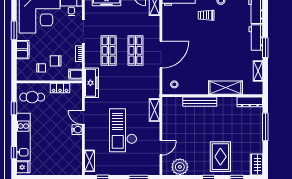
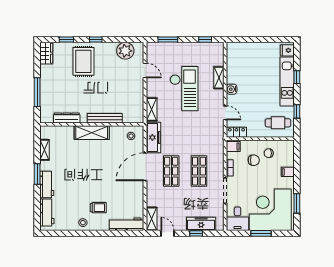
window: (14, 30) -> (297, 203), moved
filing cabinet: (23, 50) -> (288, 172), width x0.50
freezer: (91, 83) -> (153, 137), moved, turned 180
locker: (60, 88) -> (236, 132), moved
shelving: (225, 88) -> (92, 133), moved
dresser: (250, 102) -> (67, 118), moved
door: (83, 118) -> (225, 113), moved
door: (161, 148) -> (145, 70), swing flipped
window: (14, 153) -> (297, 77), moved
shelving: (89, 161) -> (219, 78), moved

